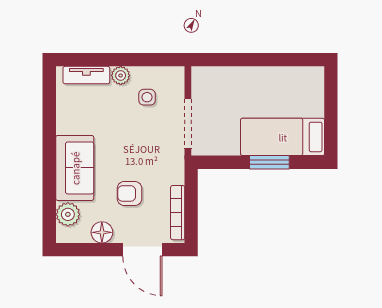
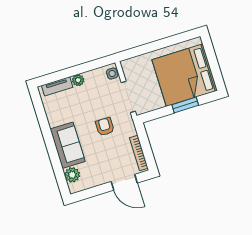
side table: (147, 97) -> (112, 74), moved
bed: (283, 137) -> (185, 75), width x2.04
armchair: (129, 193) -> (105, 127), moved, turned 90
floor lamp: (102, 232) -> (96, 179), removed

